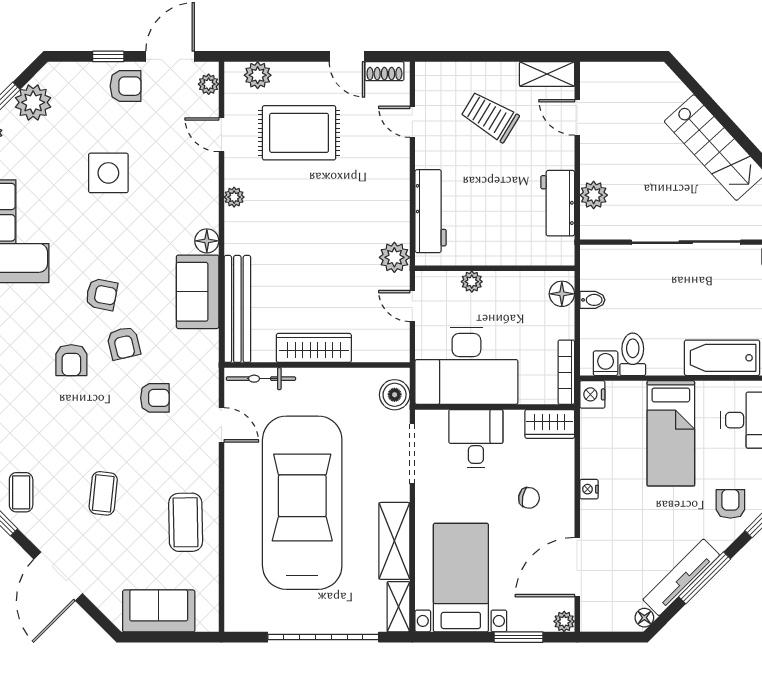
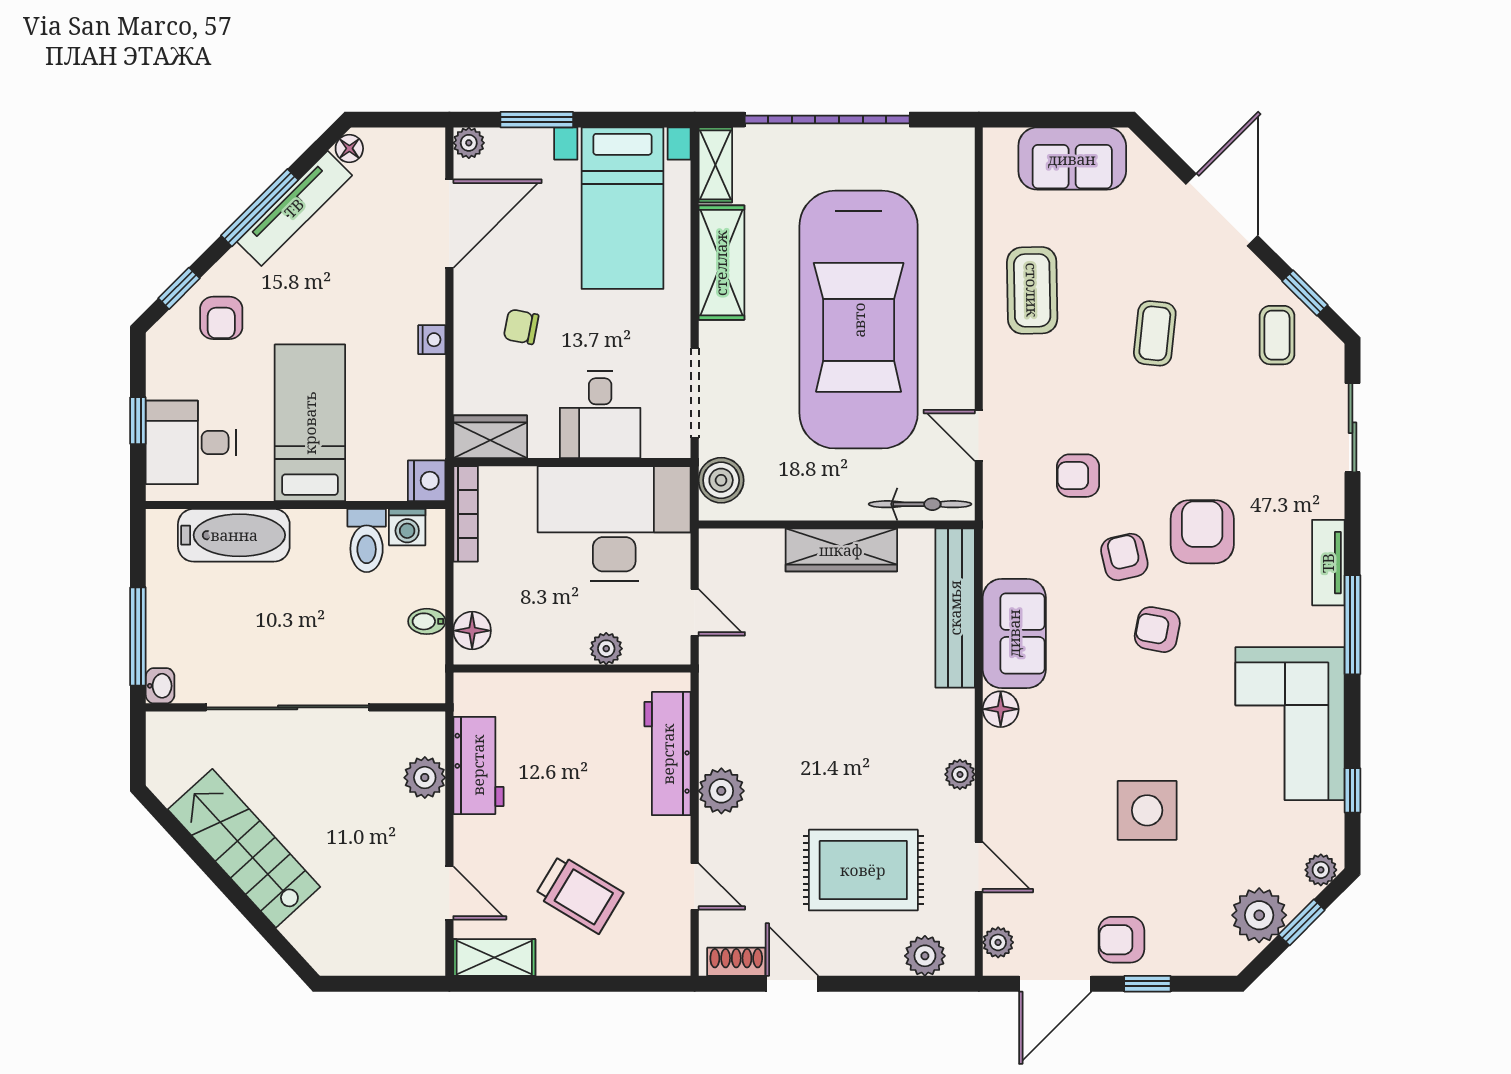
plant: (394, 257) -> (721, 791), moved
armchair: (71, 360) -> (1202, 532), width x1.38, depth x1.38

